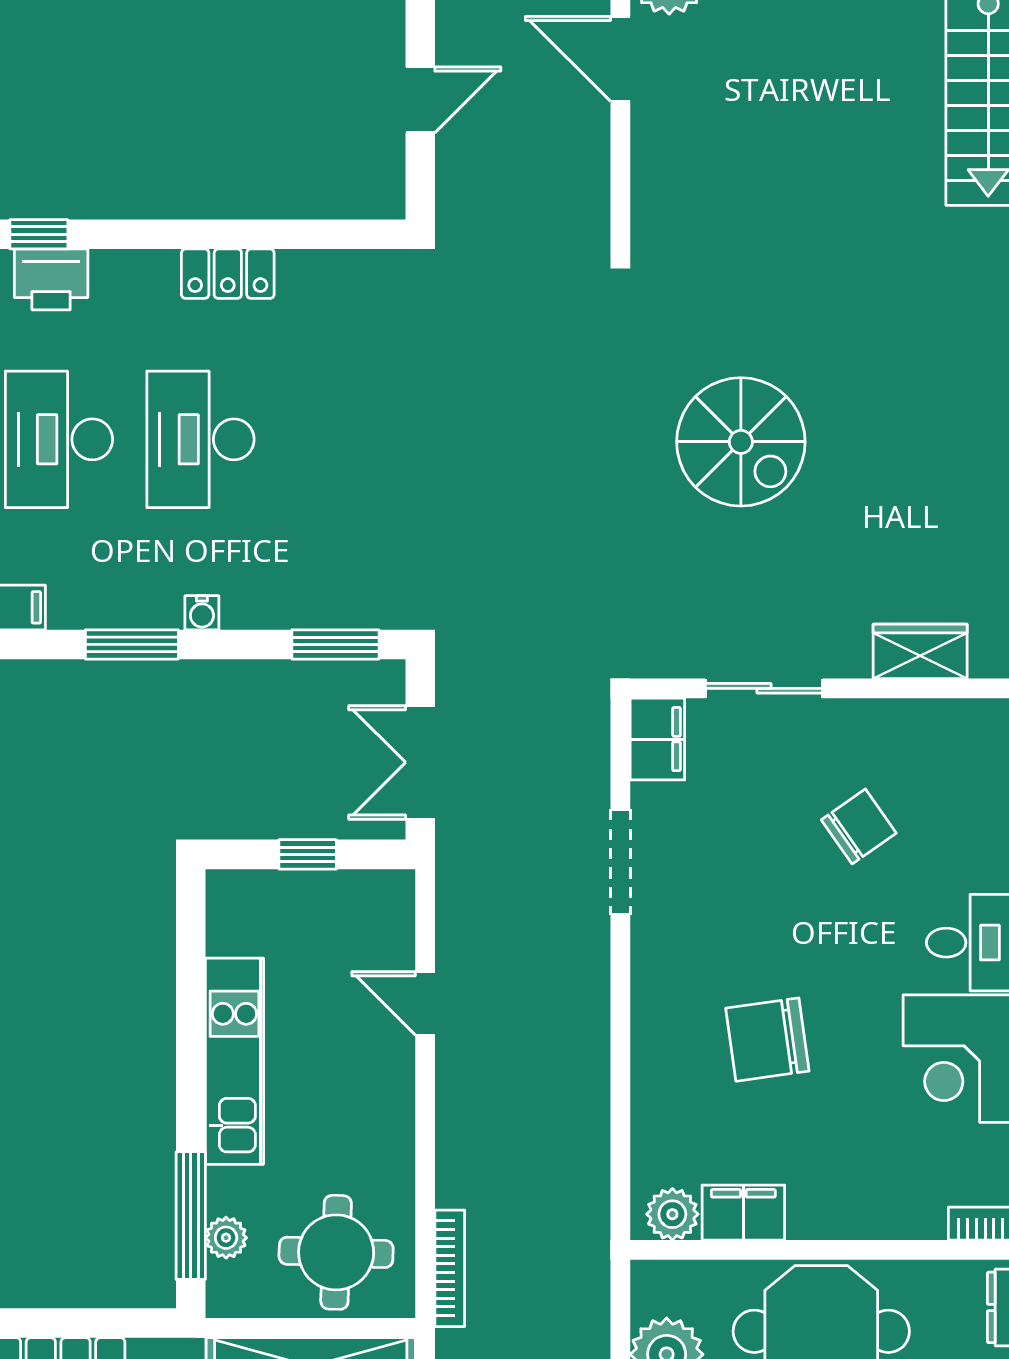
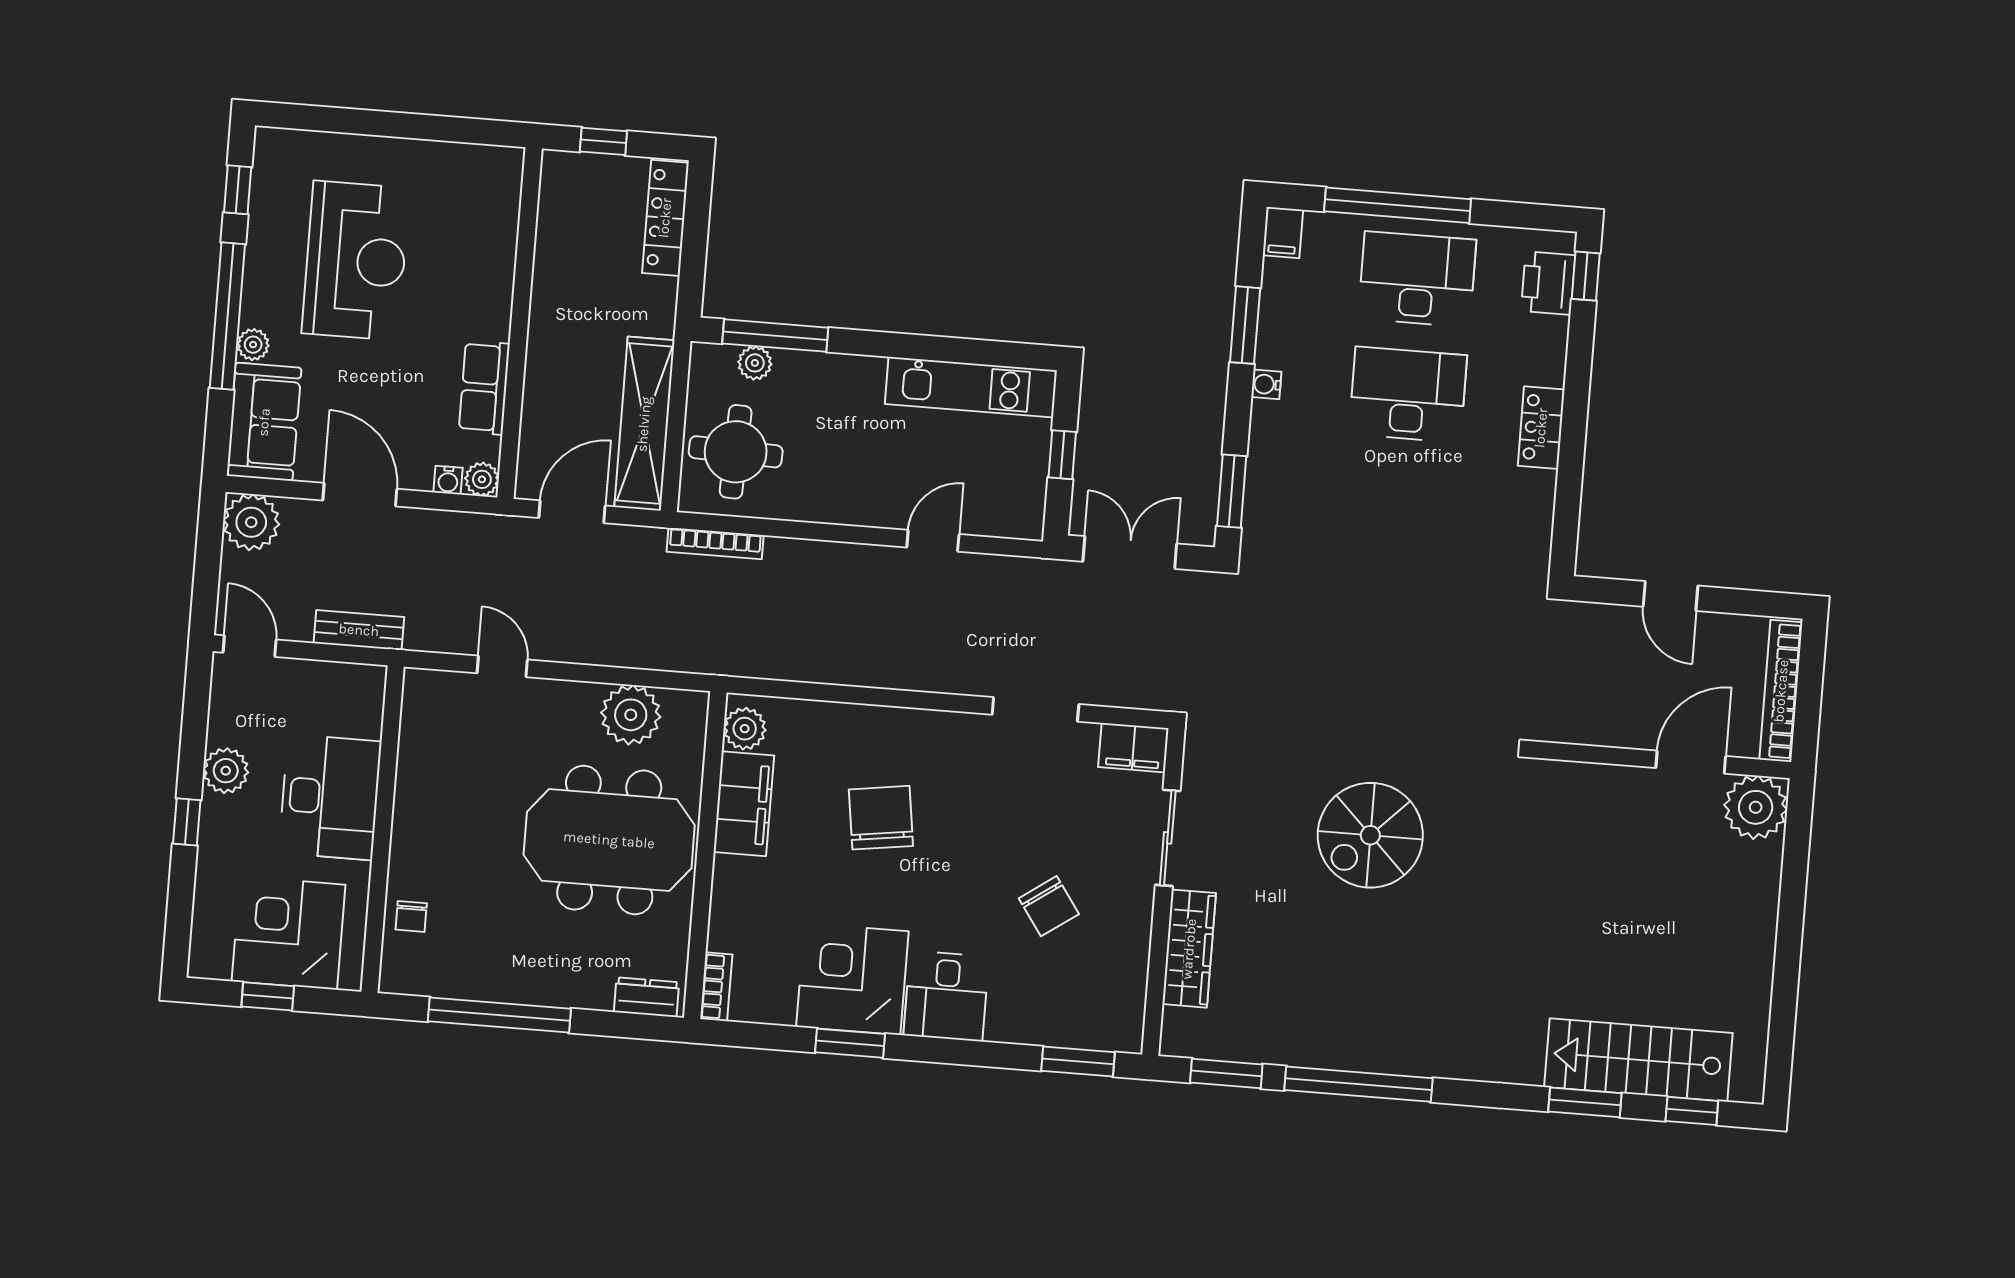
wardrobe: (920, 651) -> (1189, 949), width x1.50
kitchen unit: (234, 1061) -> (971, 387), moved
filing cabinet: (743, 1213) -> (744, 804), width x1.50, depth x1.17

